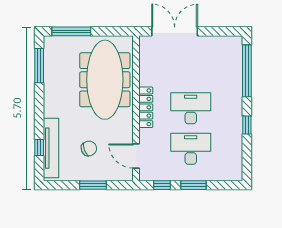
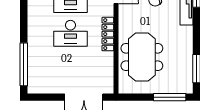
meeting table: (105, 80) -> (142, 57), width x0.73
window: (247, 125) -> (24, 19), removed

